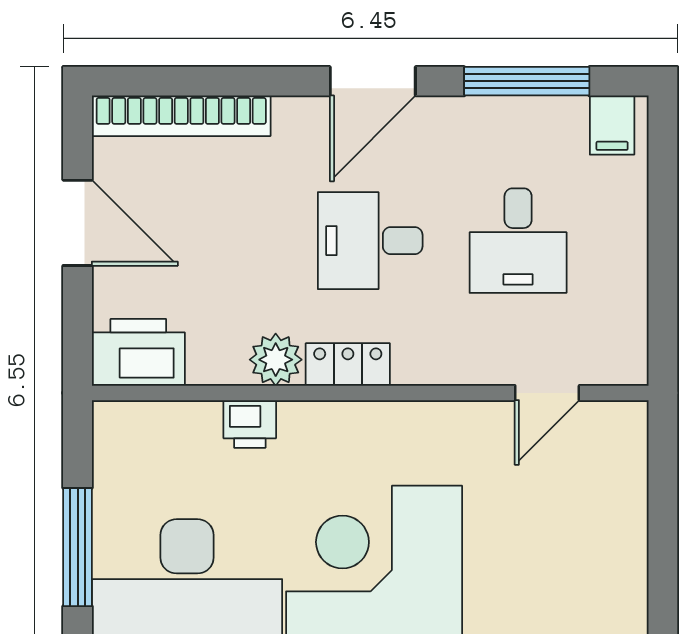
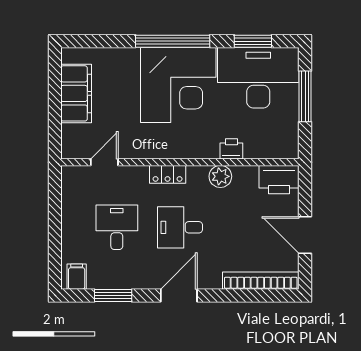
window: (527, 81) -> (113, 295), width x0.69
desk: (370, 241) -> (180, 227), turned 180
locker: (348, 364) -> (168, 174), moved
filing cabinet: (613, 554) -> (76, 93), added

